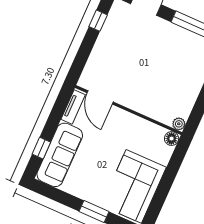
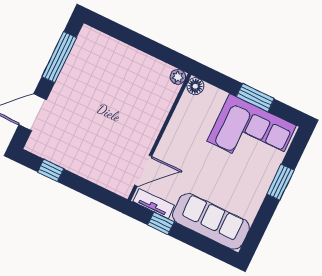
window: (41, 148) -> (161, 223), moved
window: (164, 189) -> (255, 98), added

